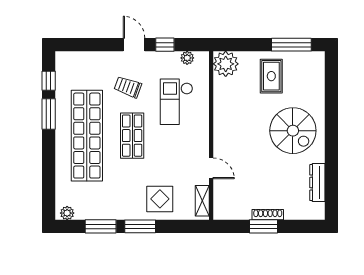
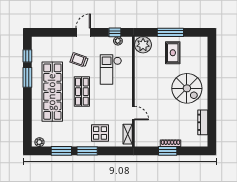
door: (134, 45) -> (83, 32), hinge flipped
window: (165, 45) -> (115, 32), moved
window: (291, 45) -> (170, 32), moved

